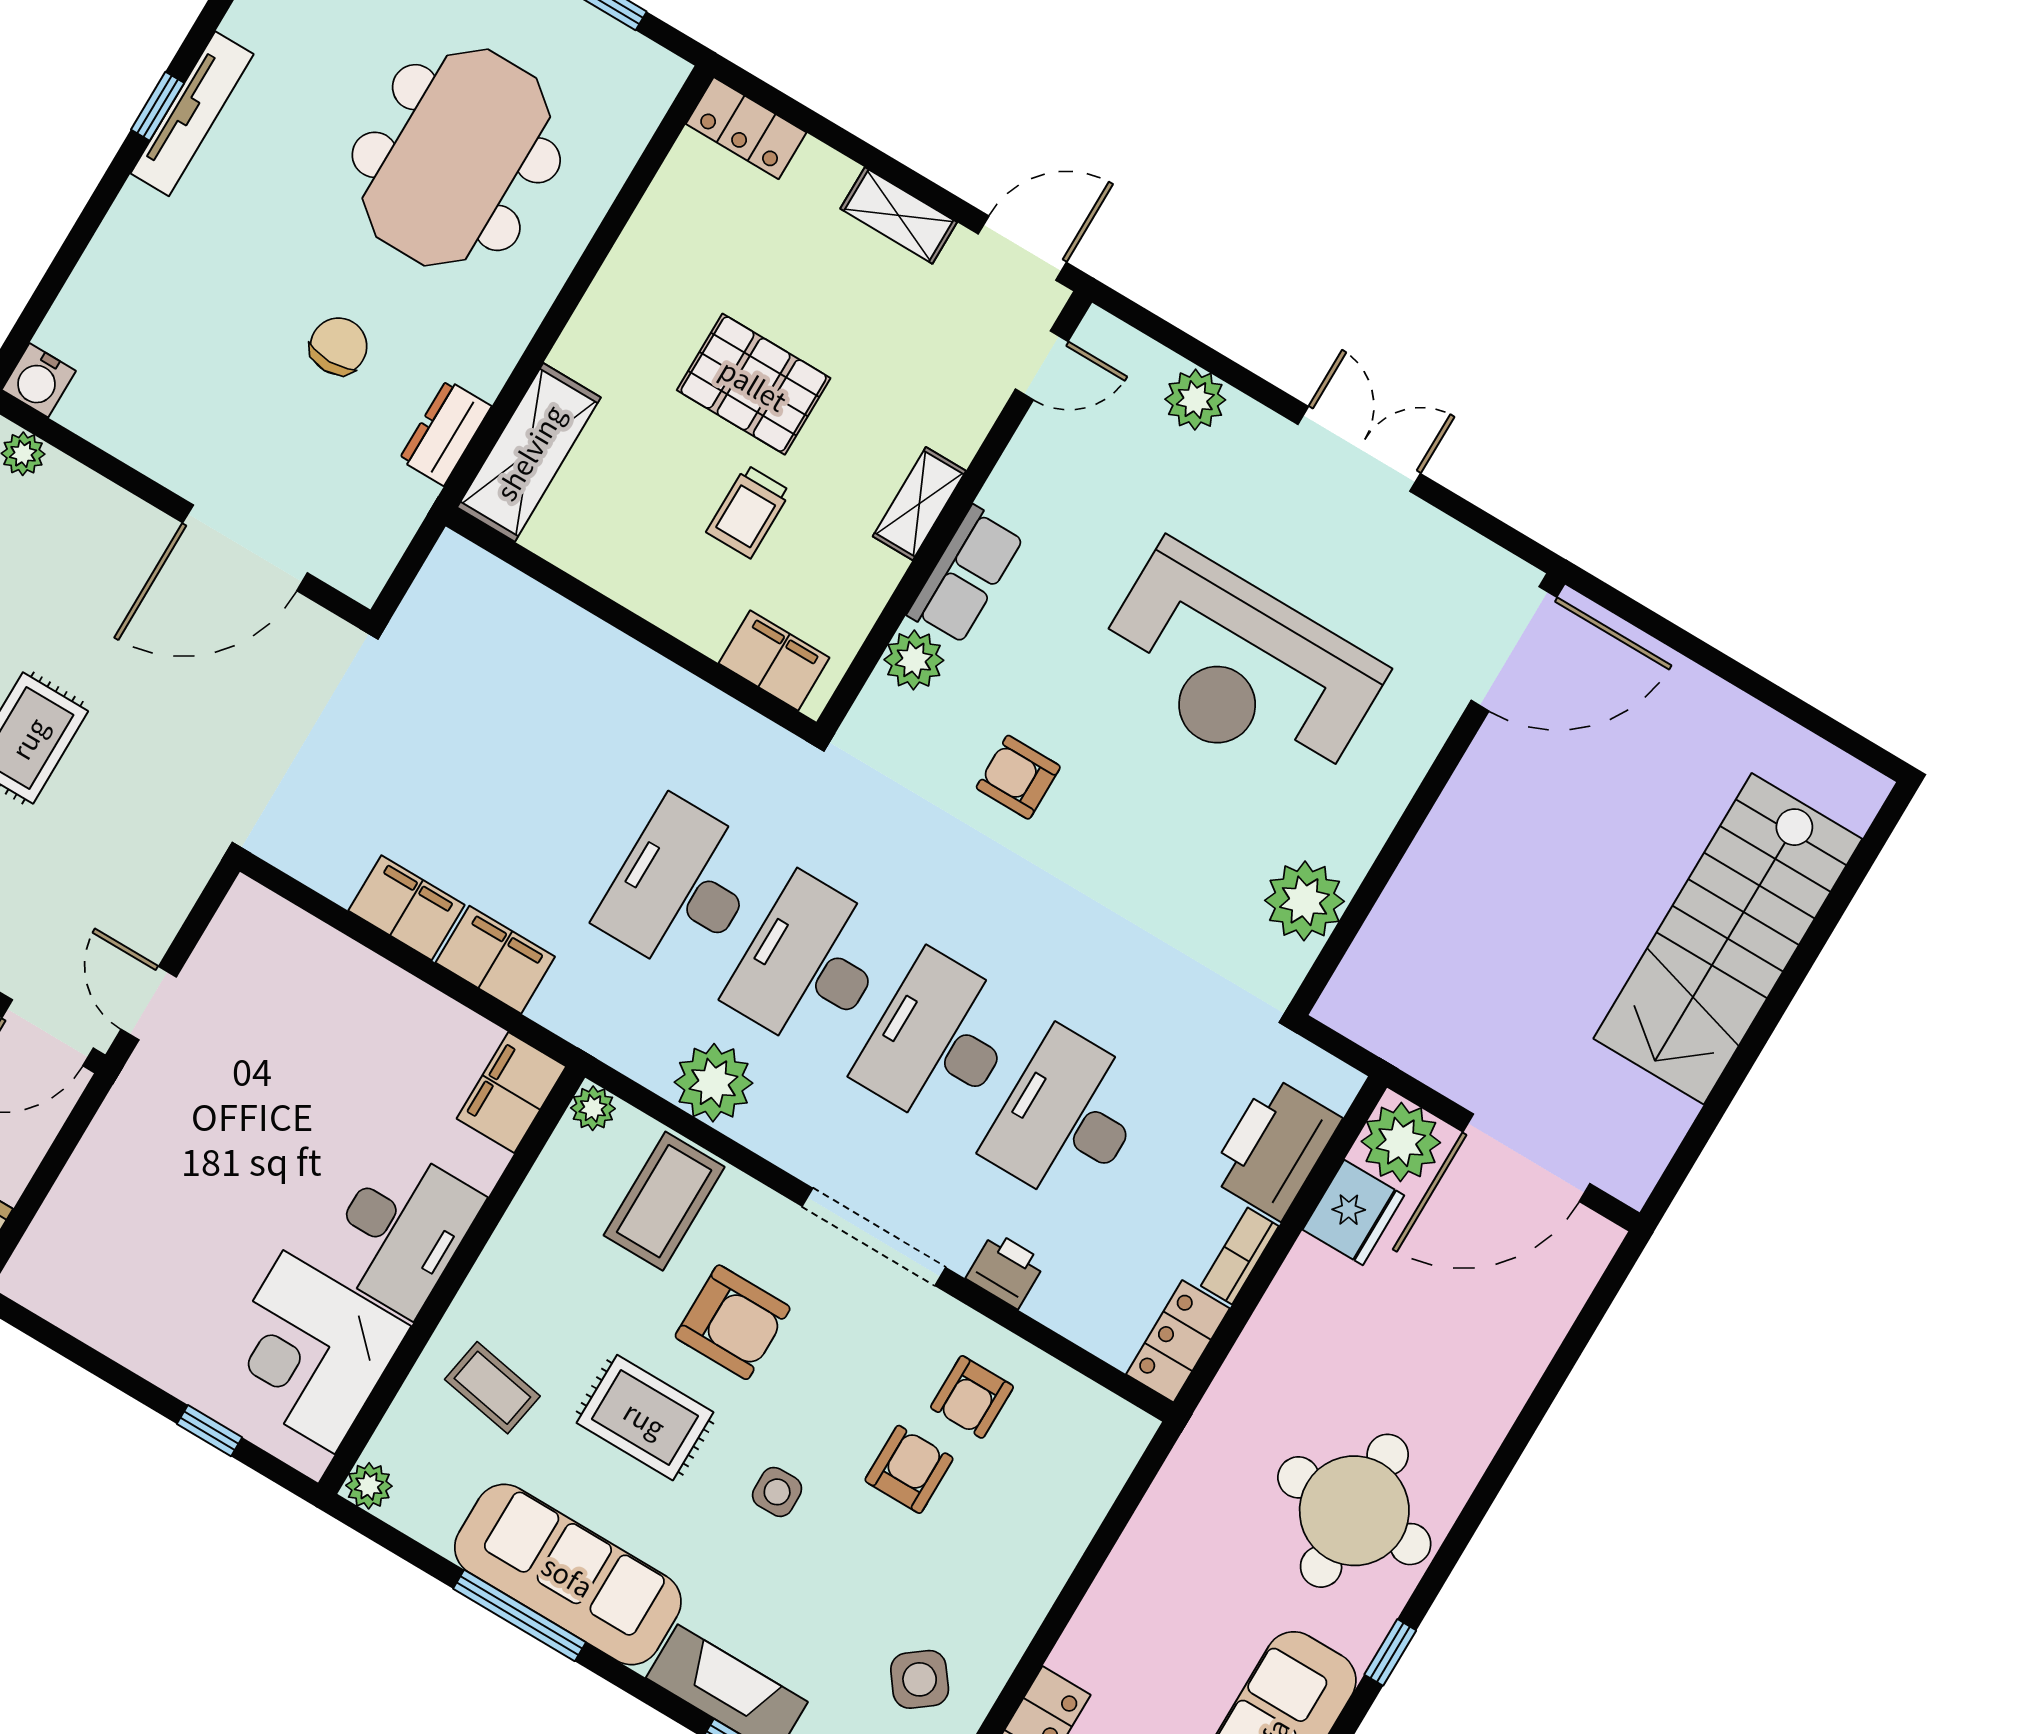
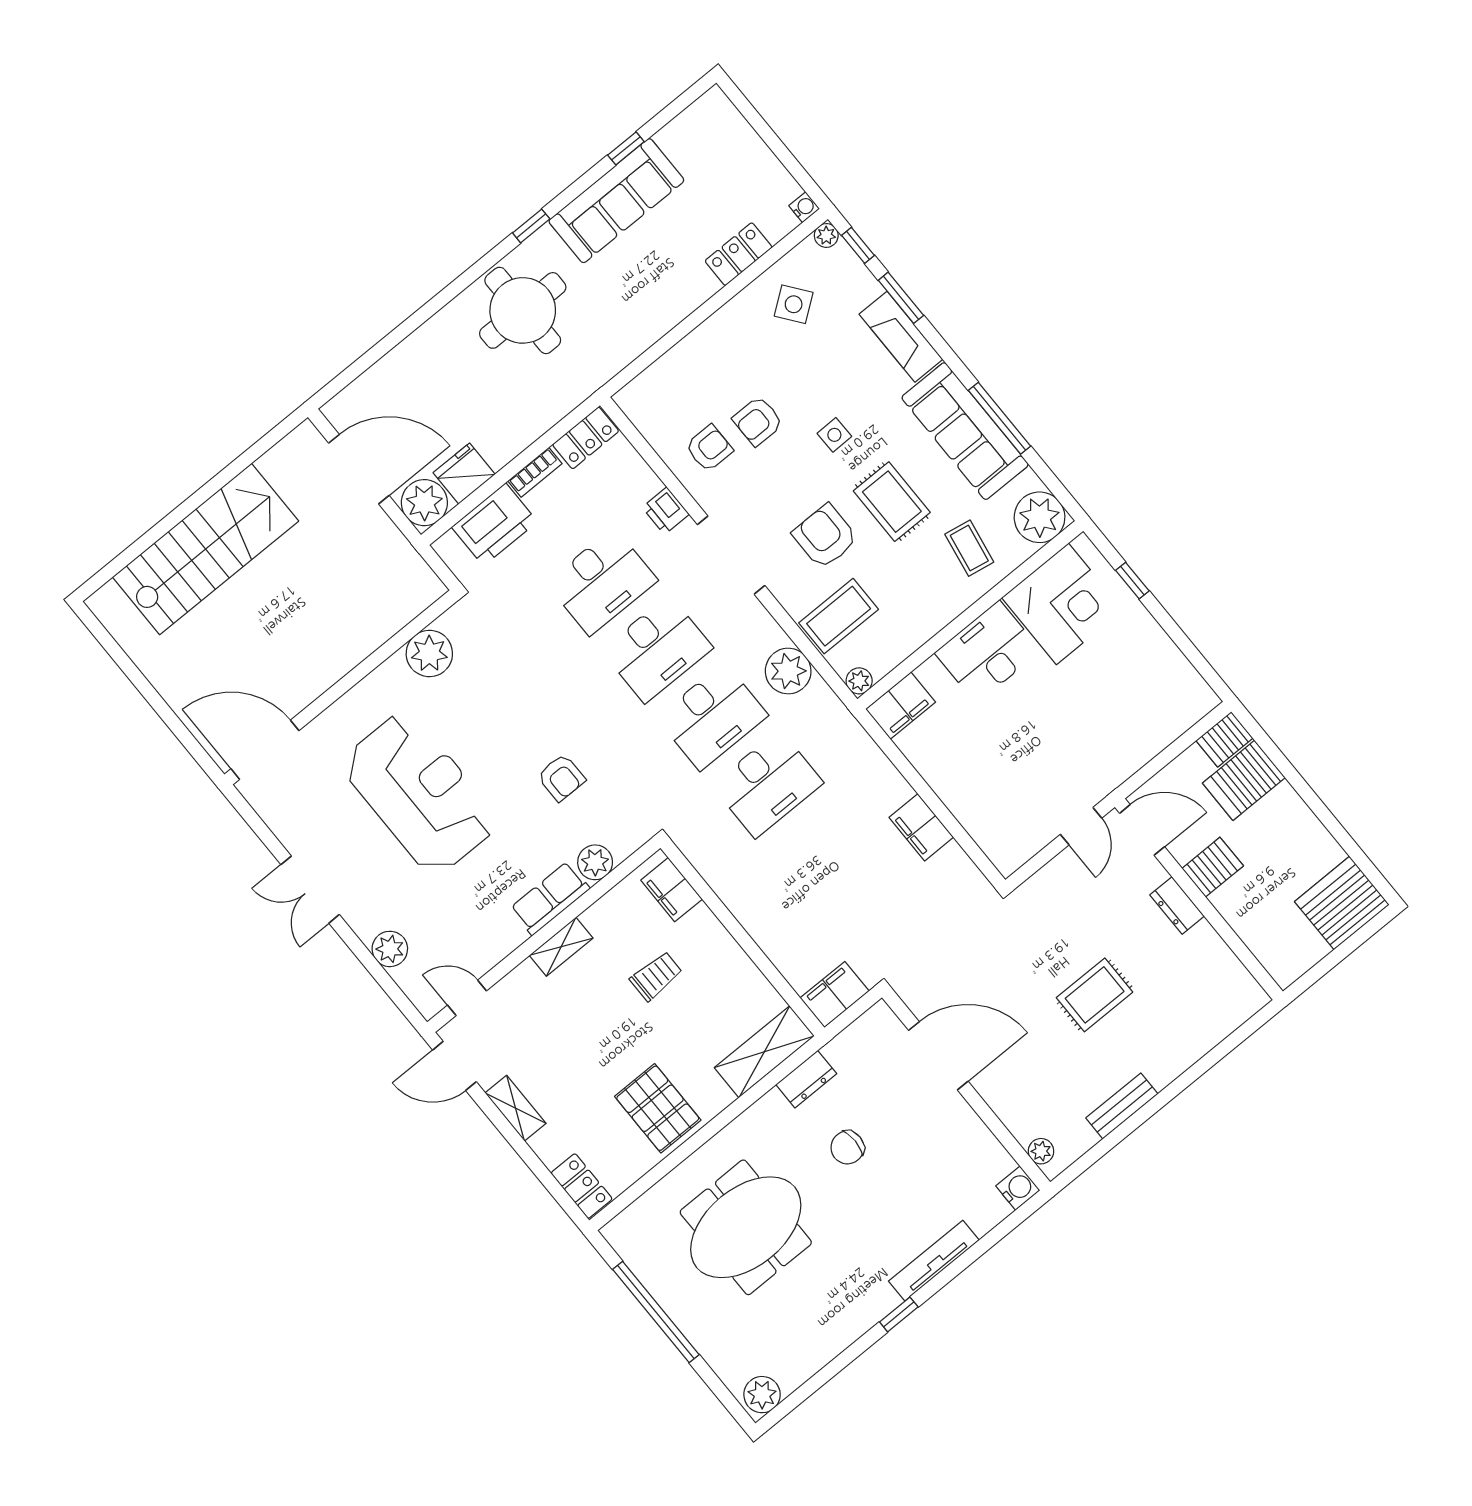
tv unit: (192, 114) -> (934, 1261), moved
pallet: (754, 384) -> (658, 1108), moved
filing cabinet: (495, 960) -> (835, 995), moved, turned 90
plant: (369, 1486) -> (1040, 517), width x1.88, depth x1.88

